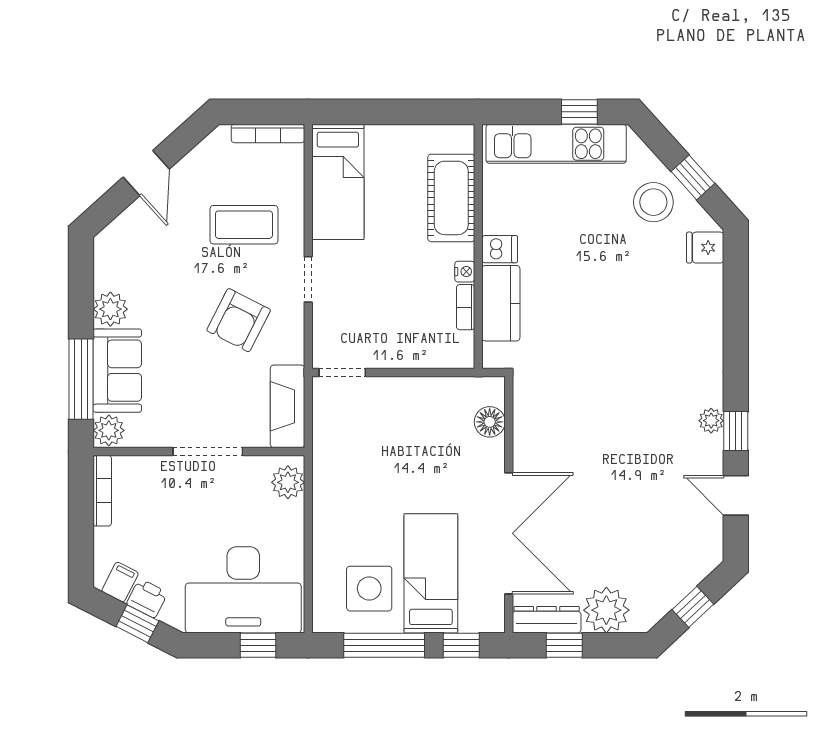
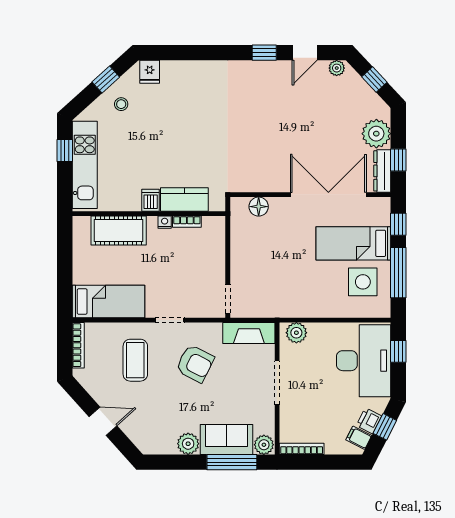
stool: (653, 202) -> (121, 104), width x0.53, depth x0.53
plant: (711, 421) -> (337, 68), moved

